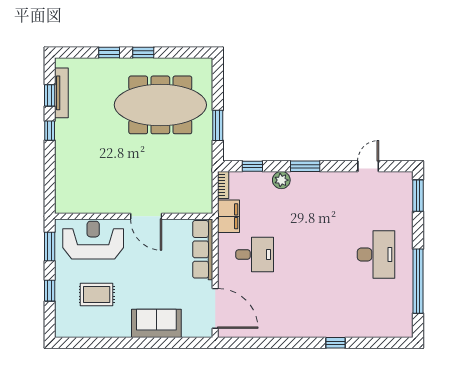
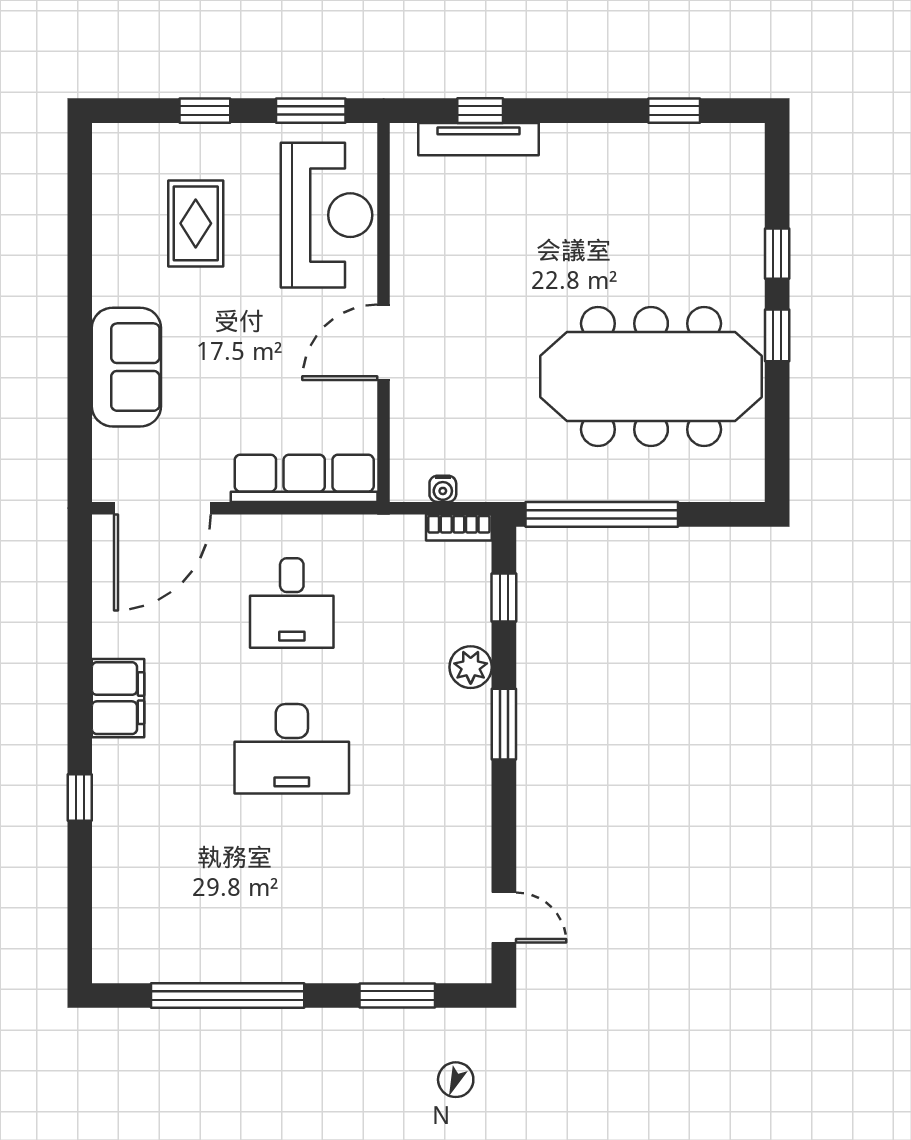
tv unit: (61, 93) -> (479, 139), moved
meeting table: (160, 105) -> (651, 376), turned 90
window: (218, 125) -> (602, 514), width x2.11
window: (50, 131) -> (480, 111), moved
door: (368, 166) -> (504, 917), moved
water cooler: (207, 192) -> (443, 489), added
window: (418, 196) -> (397, 996), moved
filing cabinet: (229, 216) -> (118, 698), moved, turned -90
desk: (376, 254) -> (292, 749), moved

